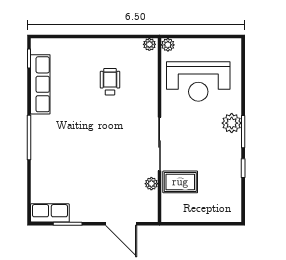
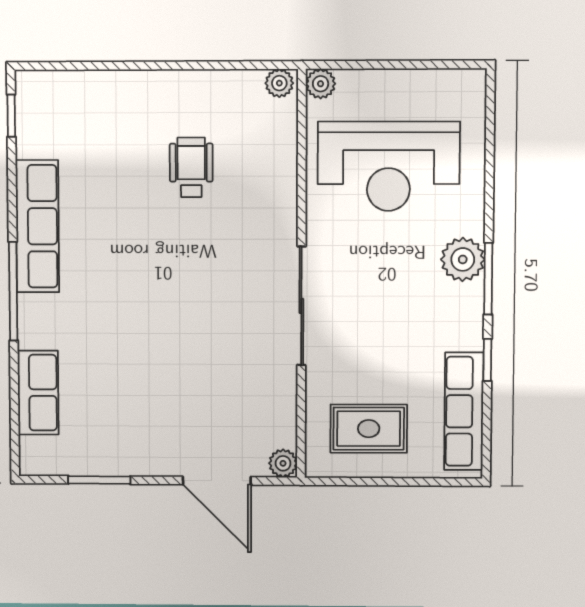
row of seats: (40, 84) -> (37, 226), moved
rug: (180, 182) -> (369, 429), moved
plant: (151, 184) -> (283, 463), moved
row of seats: (233, 192) -> (464, 411), added
row of seats: (50, 213) -> (38, 393), moved, turned 90

